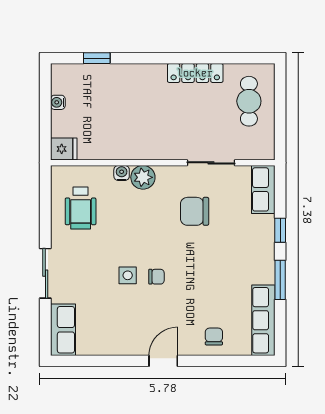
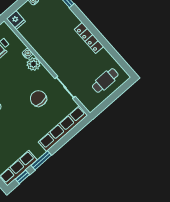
locker: (195, 73) -> (89, 38), moved
row of seats: (263, 189) -> (63, 129), width x2.02
window: (280, 230) -> (22, 177), moved

